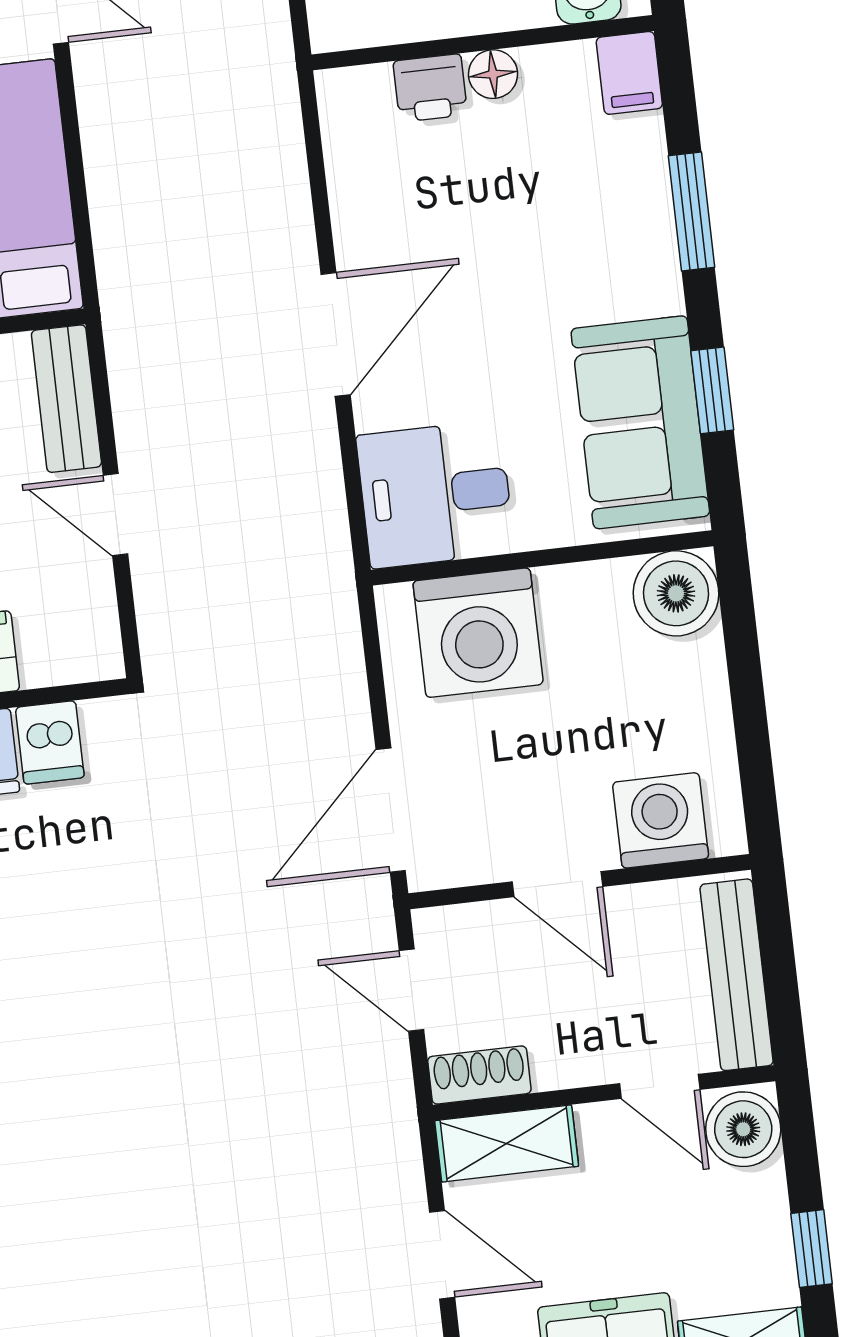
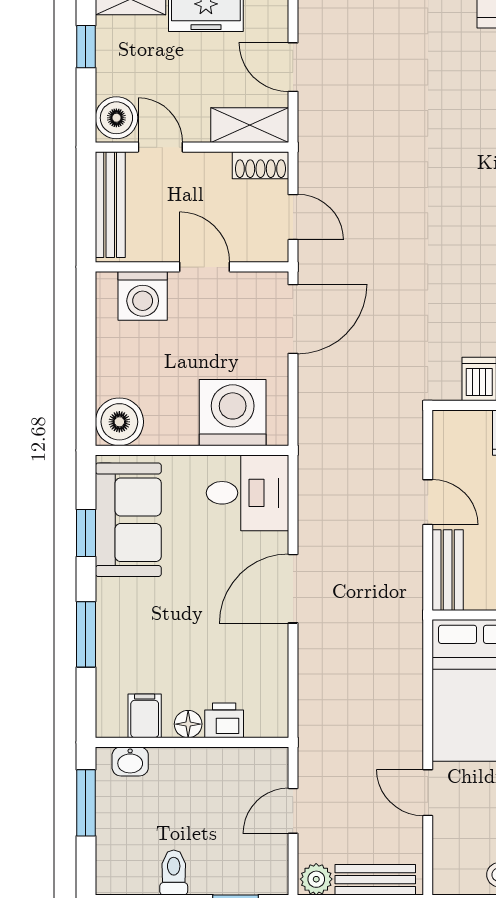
filing cabinet: (629, 73) -> (145, 716), moved

